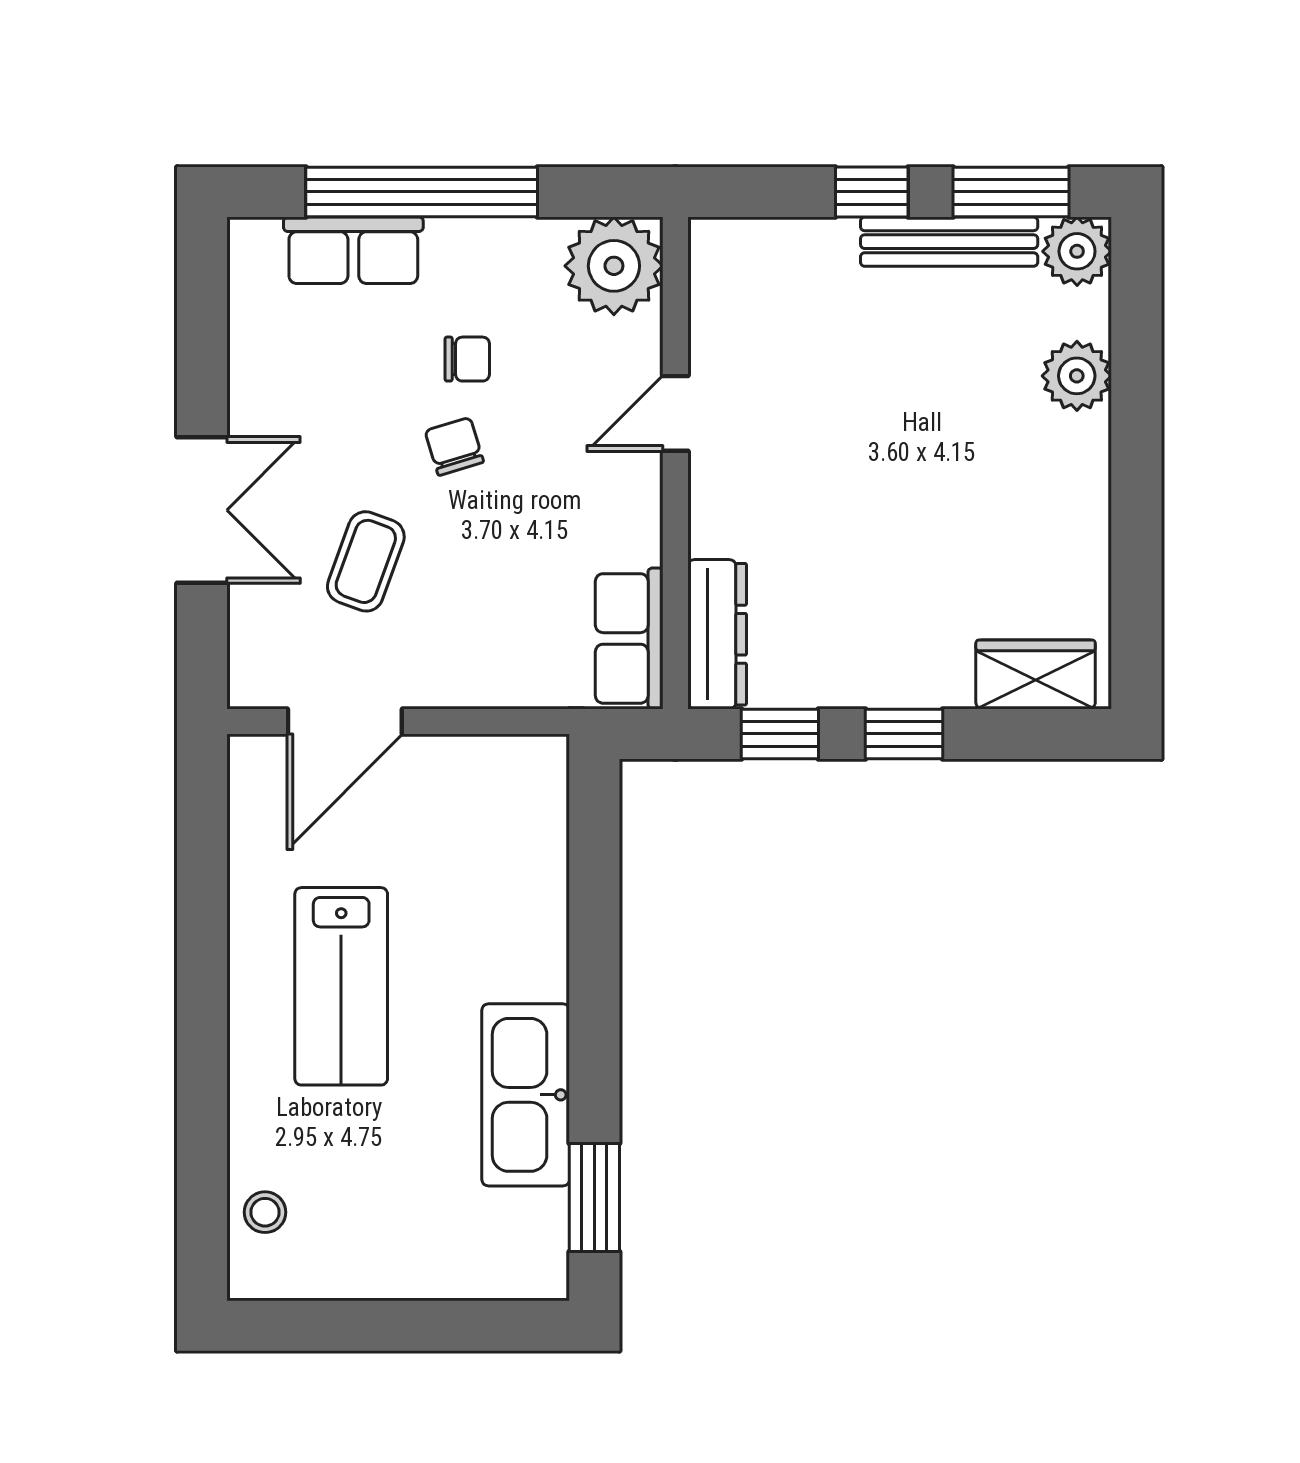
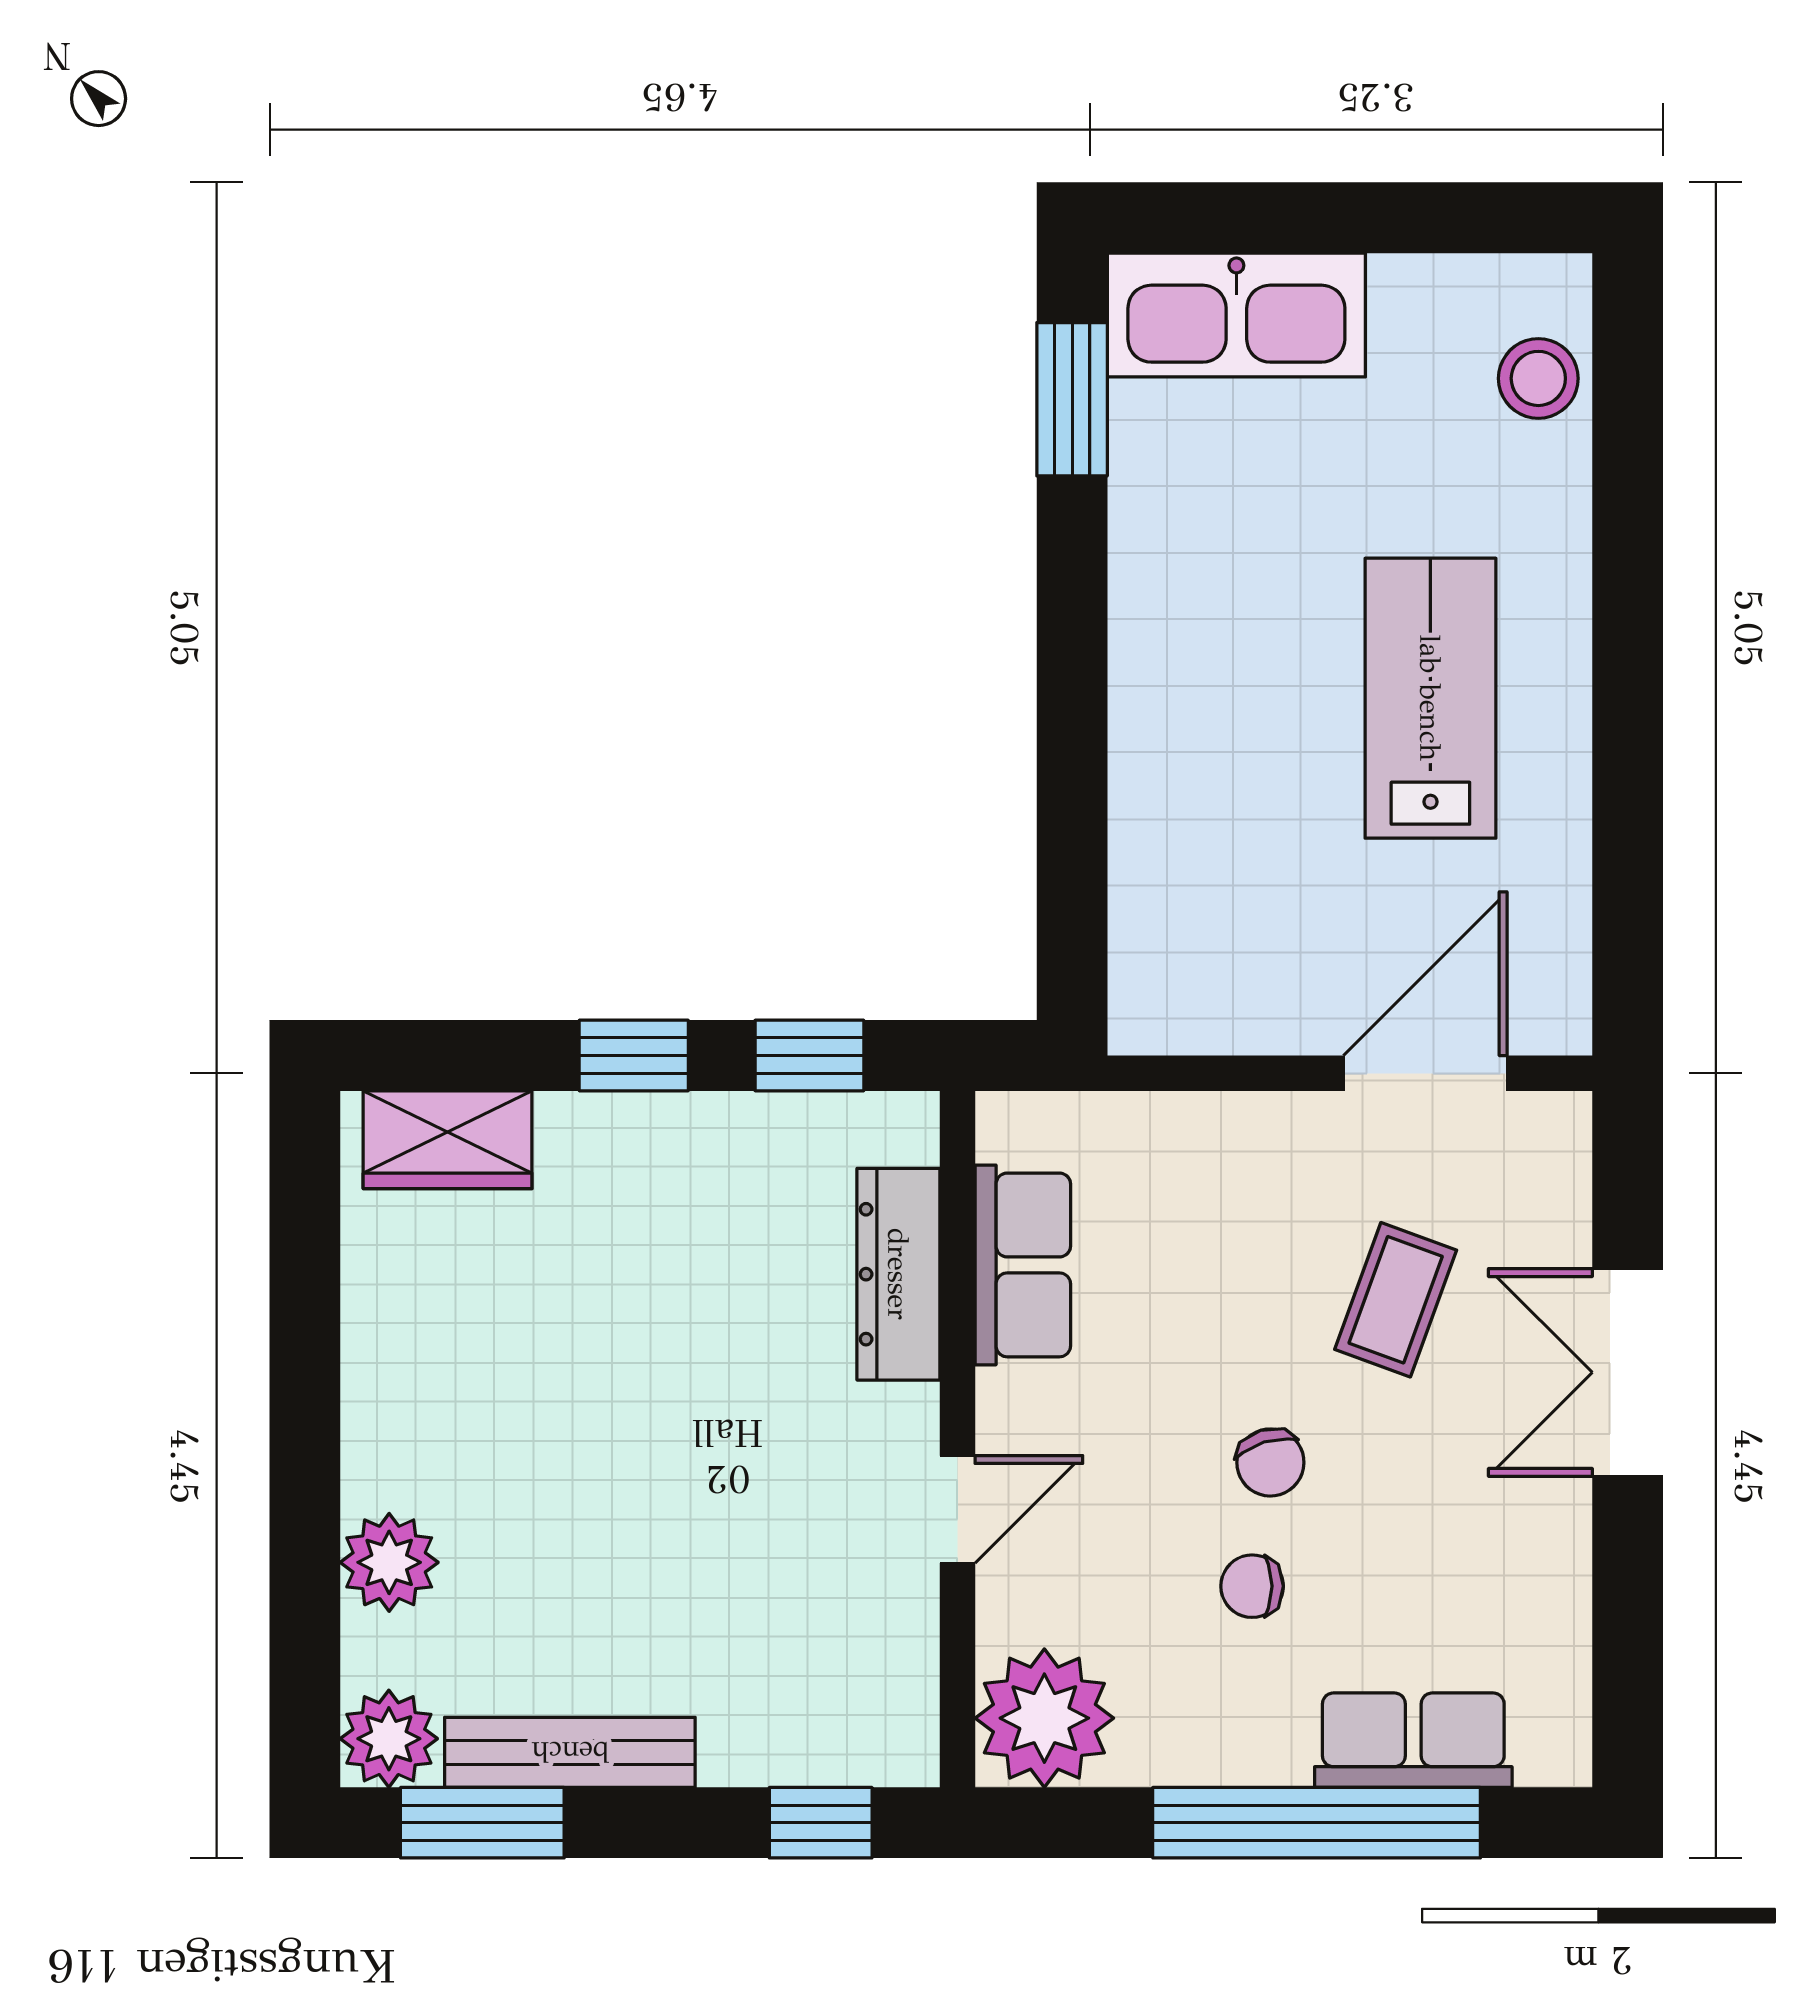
window: (872, 192) -> (821, 1823), moved
dresser: (717, 634) -> (898, 1274), moved
row of seats: (629, 638) -> (1023, 1265), moved
kitchen sink: (526, 1095) -> (1236, 315), moved, turned 90
stool: (265, 1212) -> (1538, 378), width x1.37, depth x1.37

